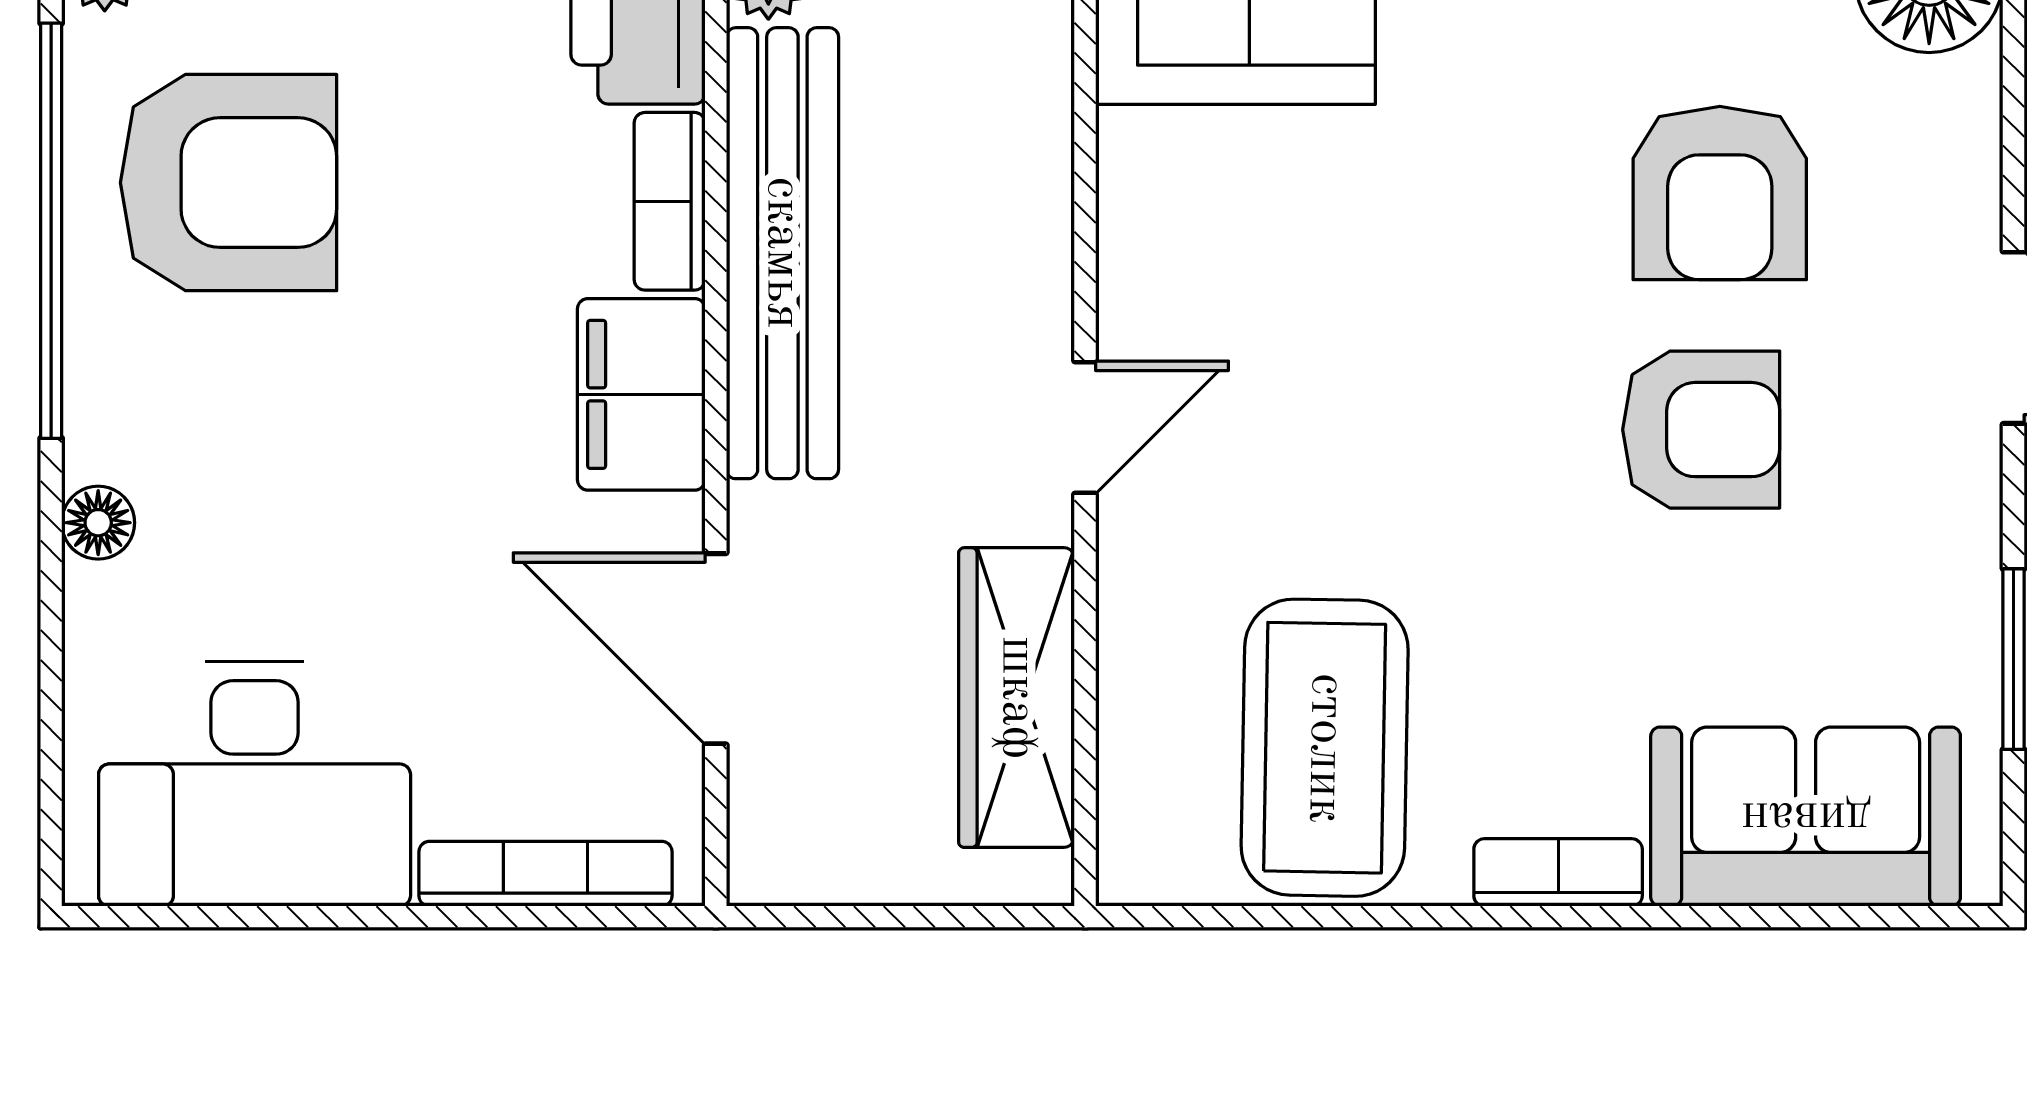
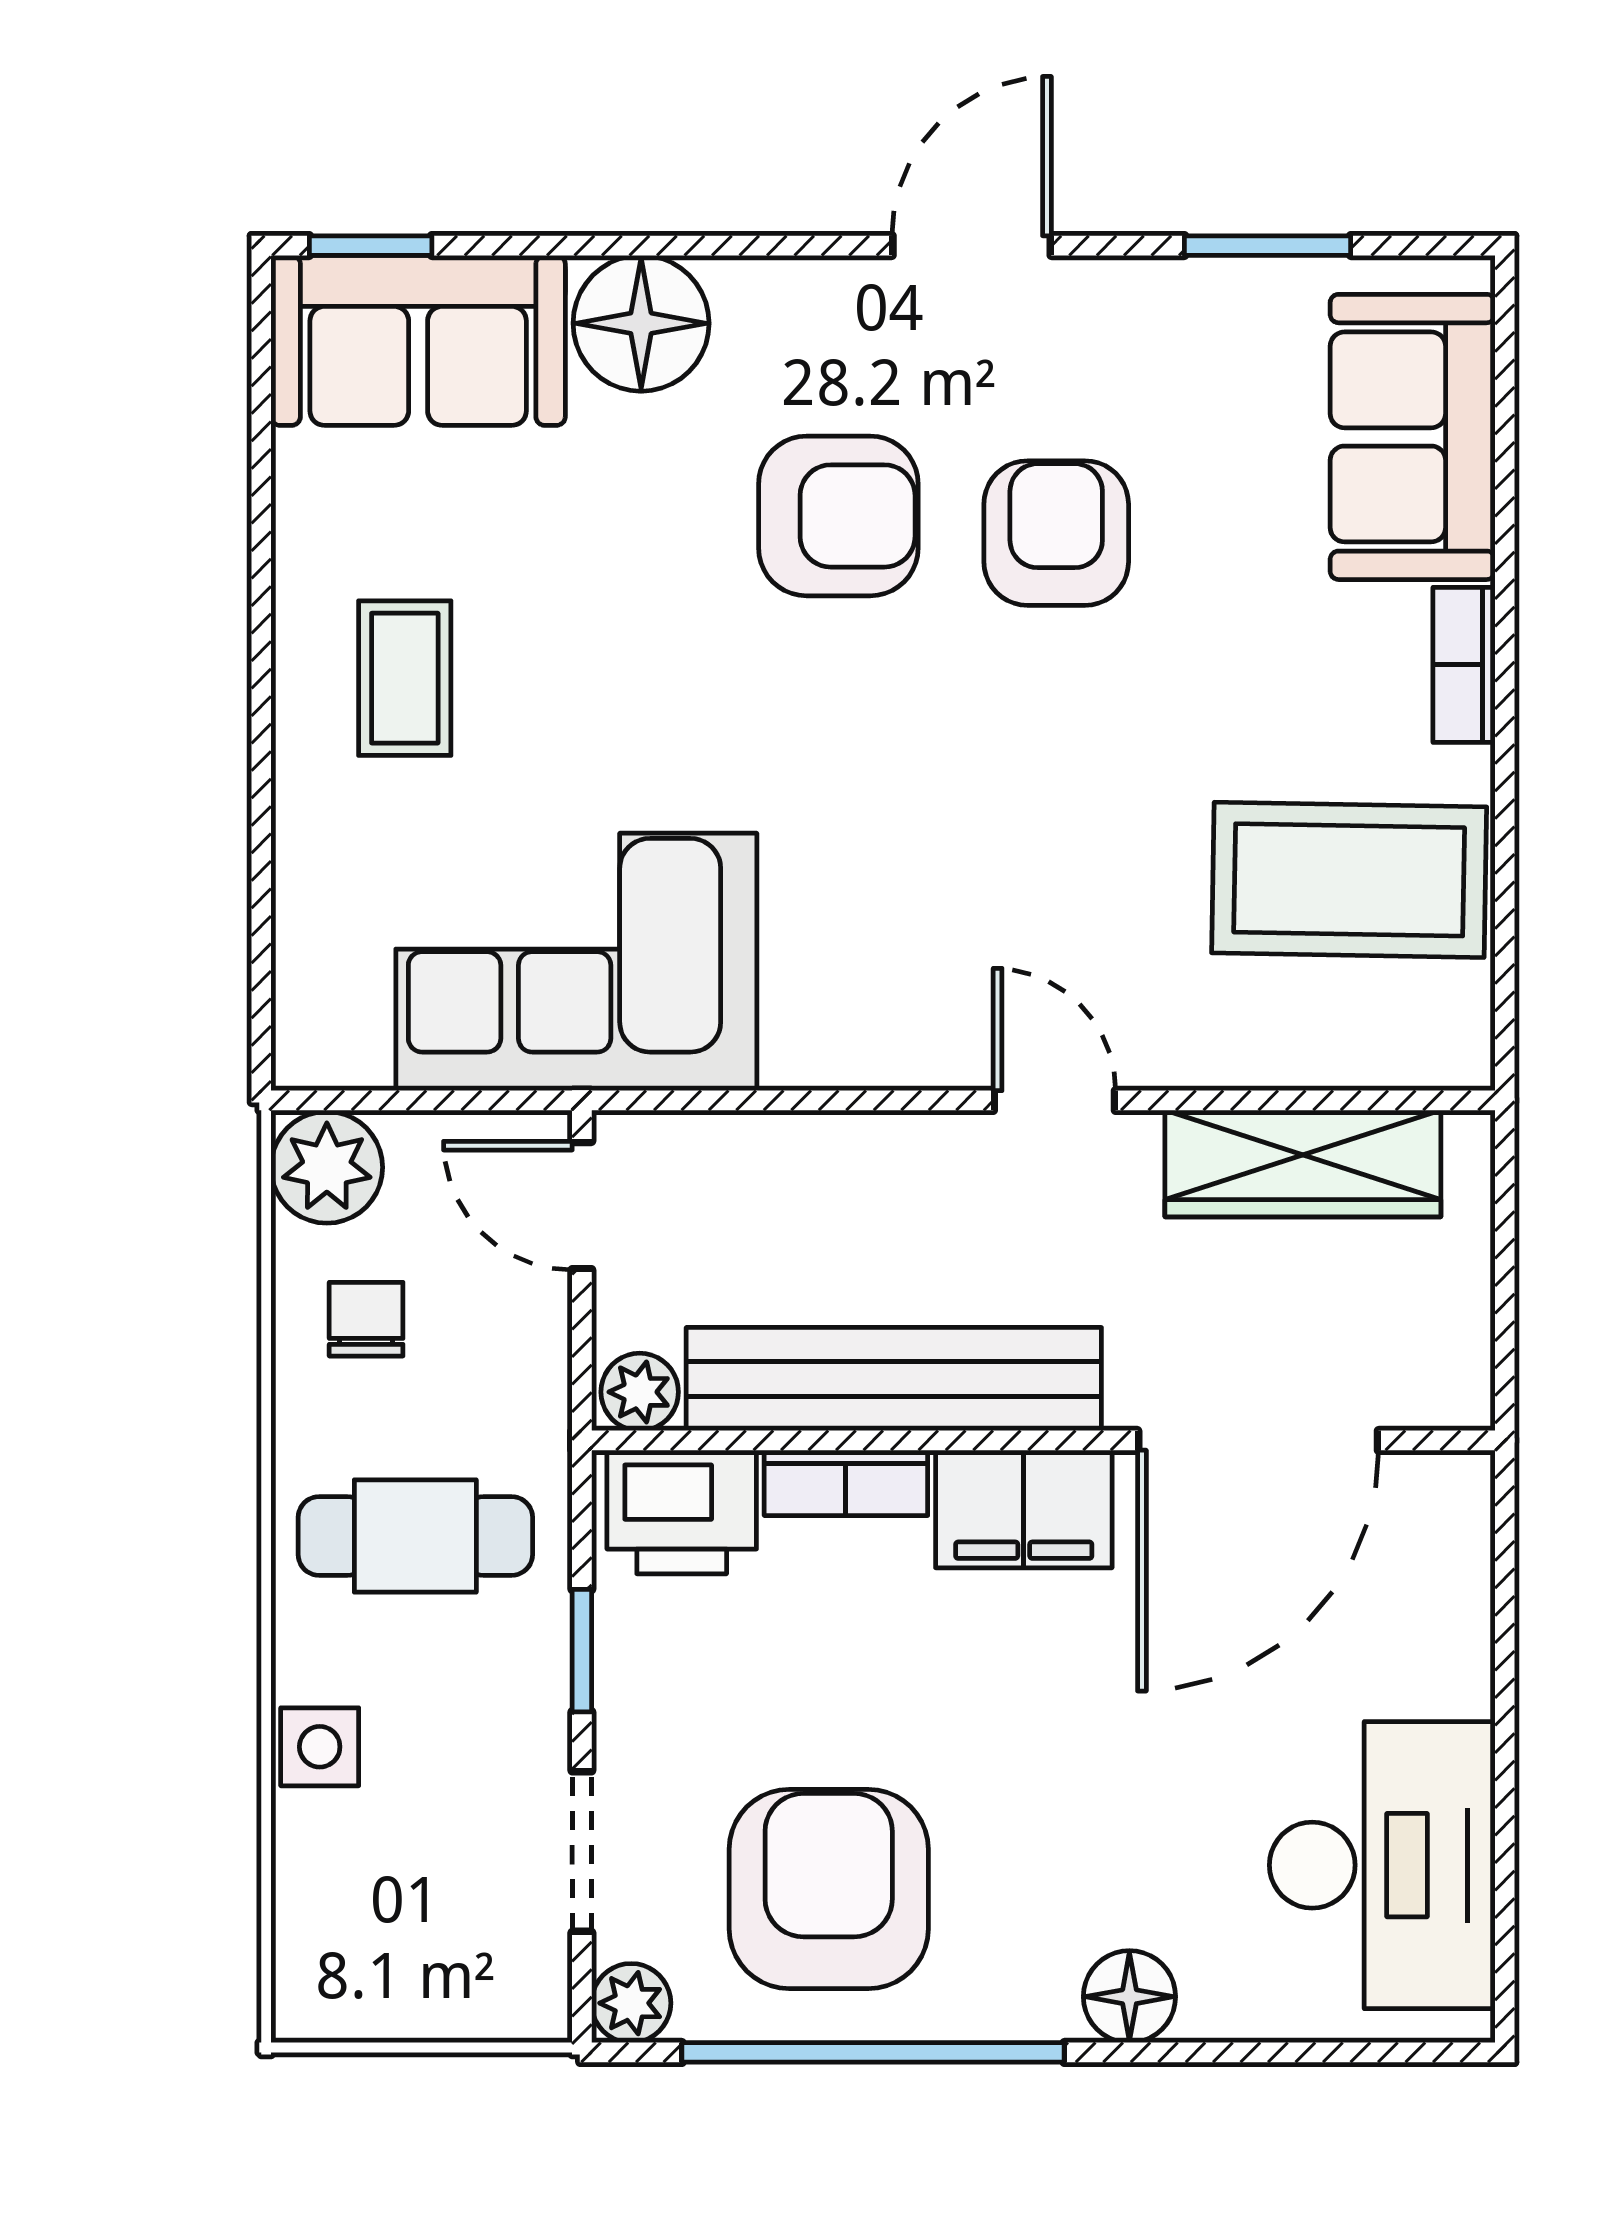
floor lamp: (98, 523) -> (1129, 1997), width x1.37, depth x1.37
door: (716, 649) -> (1258, 1440), width x1.36
bookcase: (546, 874) -> (1465, 1597), removed

